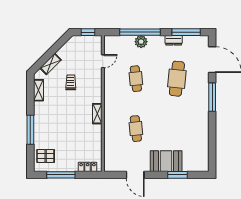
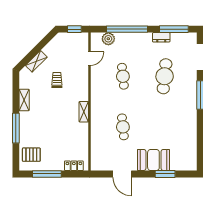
plant: (141, 42) -> (108, 39), moved
shelving: (38, 90) -> (24, 100), moved

